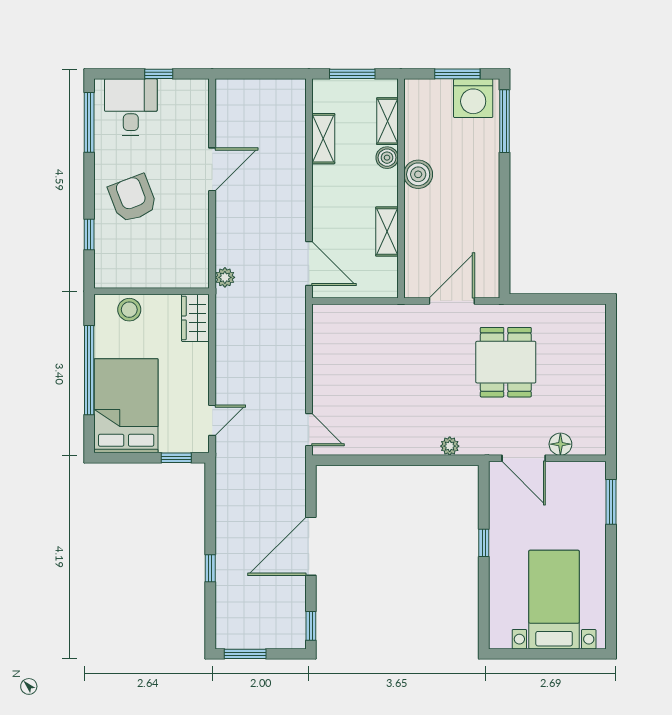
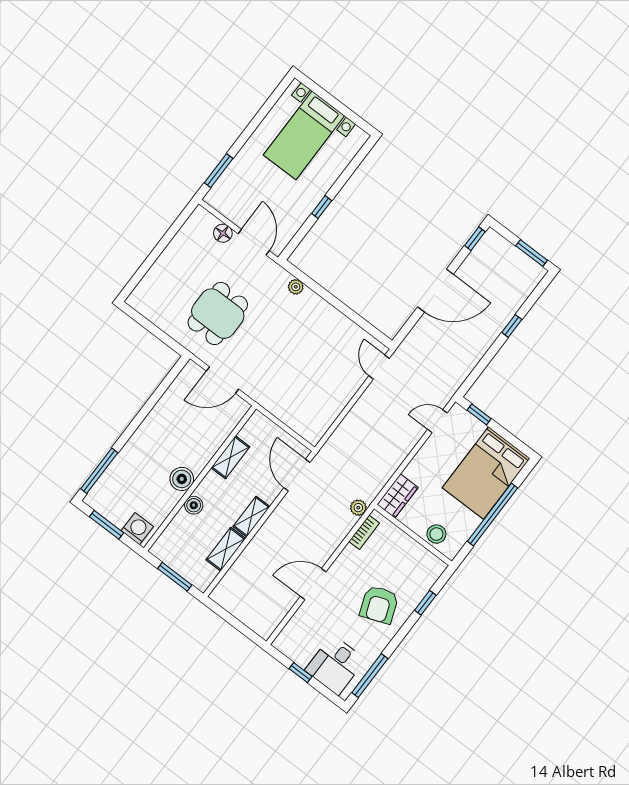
washing machine: (473, 98) -> (137, 529), moved, width x0.73, depth x0.73
shelving: (387, 121) -> (251, 517), moved
bookcase: (201, 258) -> (364, 532), added

